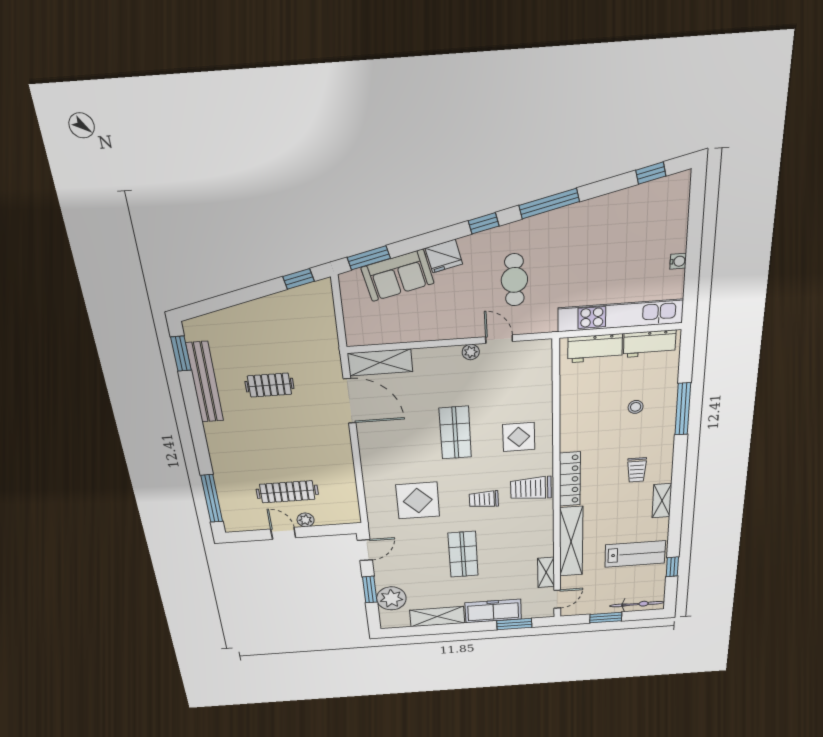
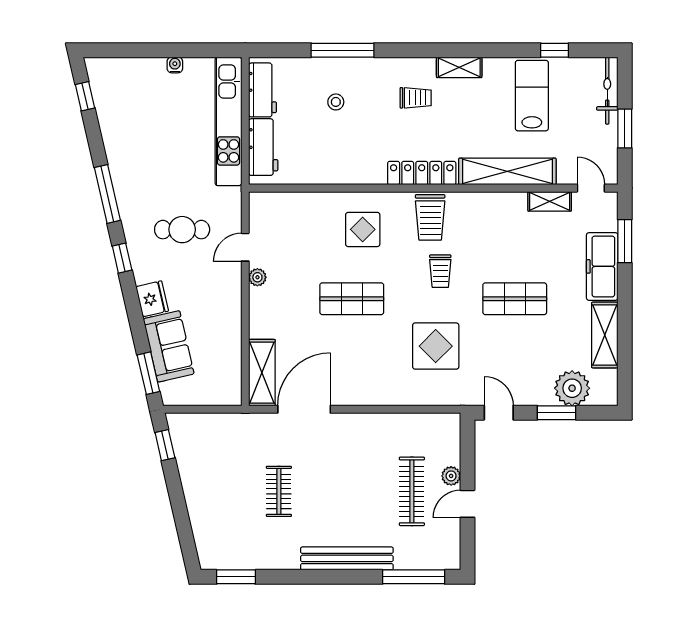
bench: (205, 382) -> (347, 558), moved

